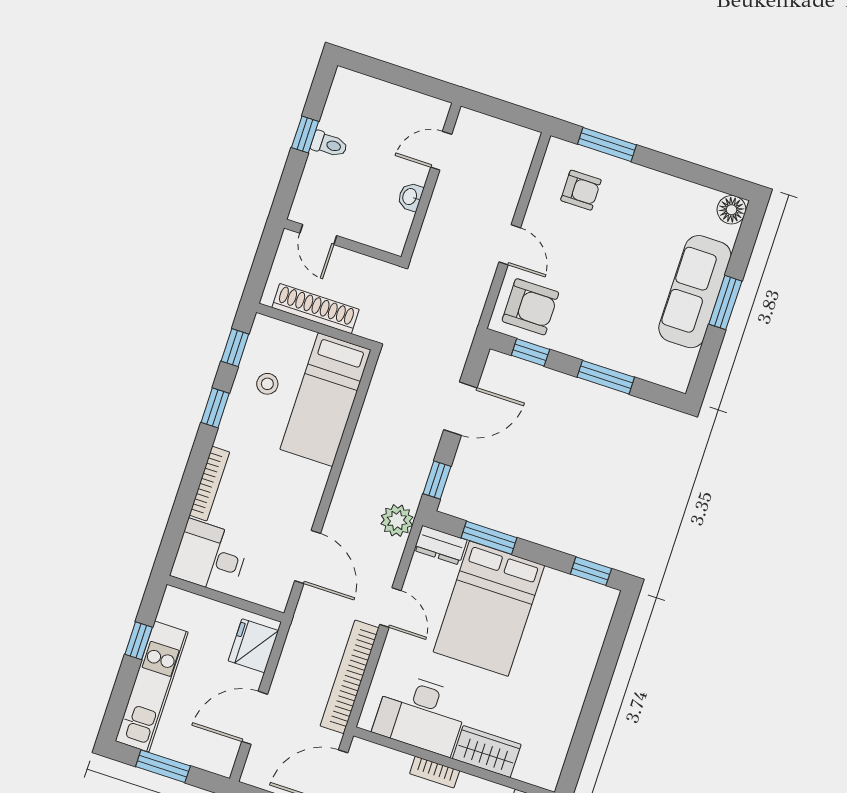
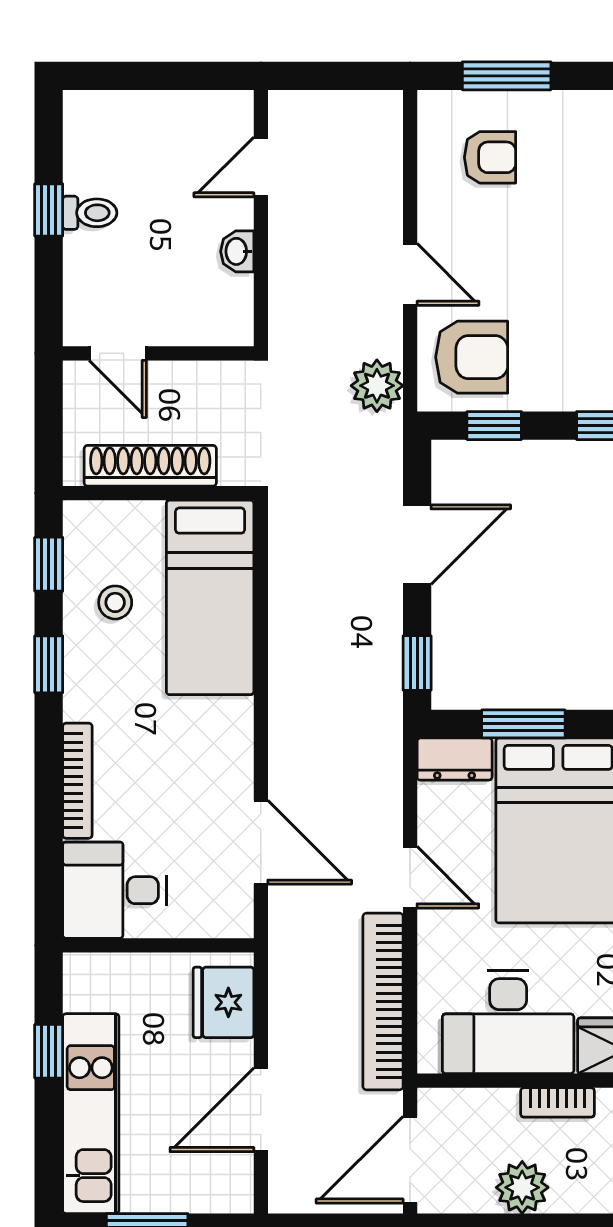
plant: (397, 521) -> (377, 386), moved

